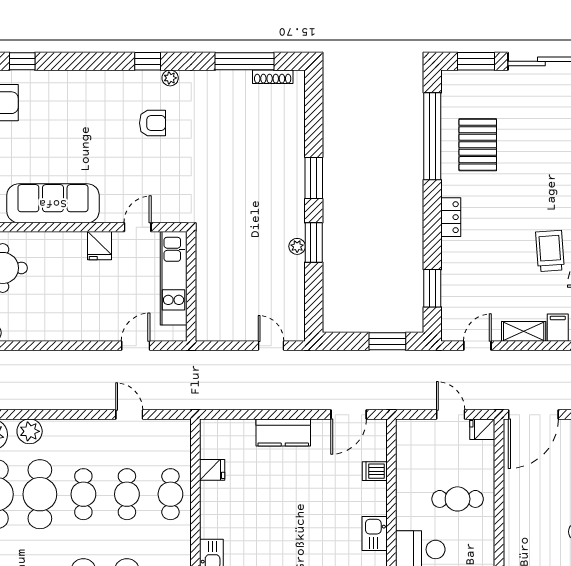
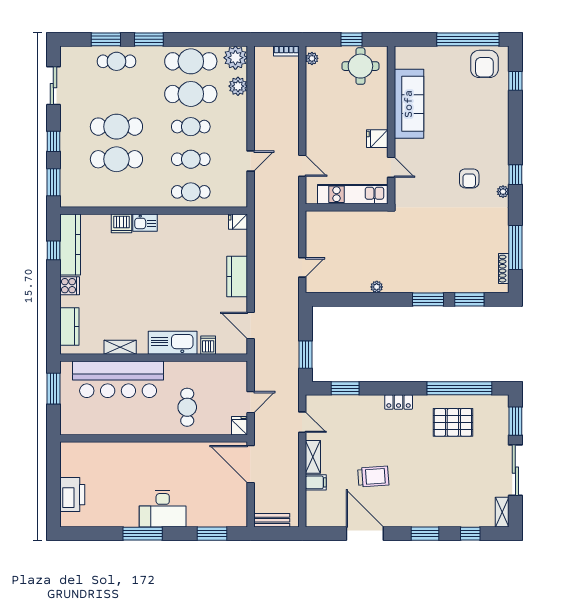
window: (314, 242) -> (469, 299), moved
fridge: (212, 470) -> (238, 222), moved, turned 90
kitchen sink: (375, 534) -> (173, 343), width x1.88, depth x1.24

